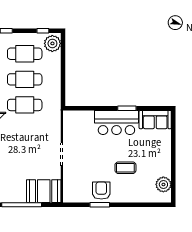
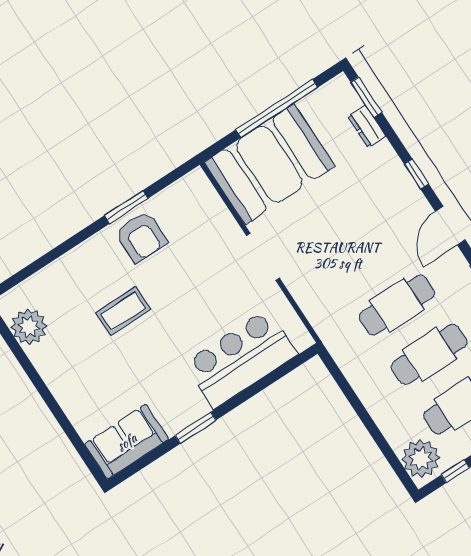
bar counter: (116, 123) -> (241, 359), moved
booth: (44, 191) -> (269, 164), width x1.36, depth x1.42

